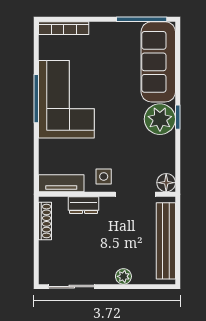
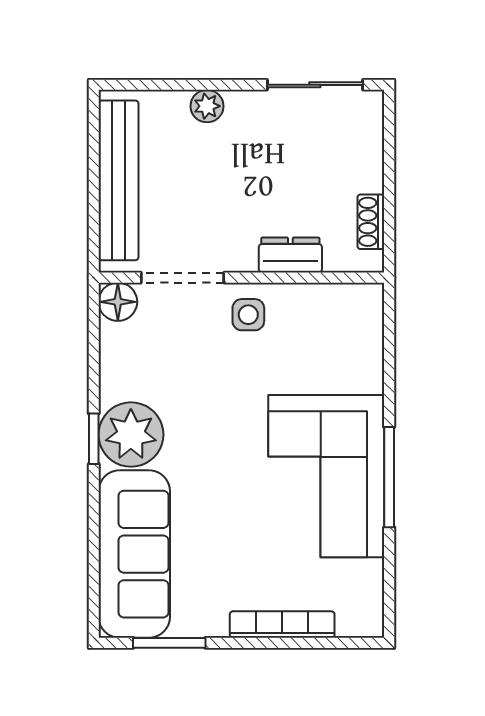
window: (142, 19) -> (169, 643), width x0.69
bookcase: (64, 28) -> (282, 625), moved
tv unit: (61, 183) -> (337, 301), removed
shoe rack: (45, 221) -> (371, 222), width x0.70

